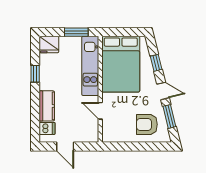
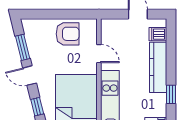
kitchen counter: (47, 106) -> (158, 67), width x1.50
armchair: (147, 124) -> (68, 34), moved

